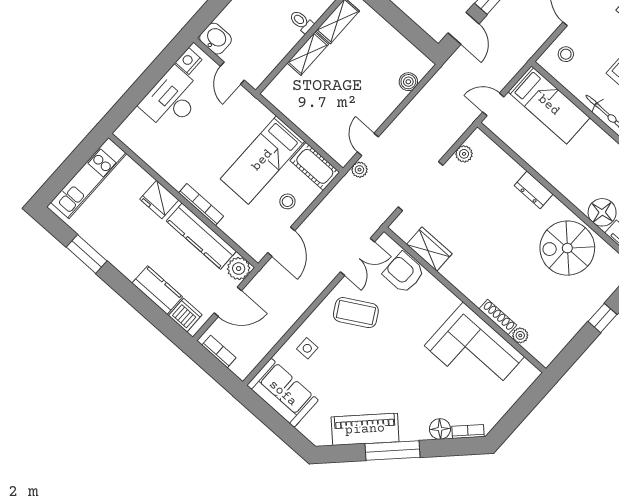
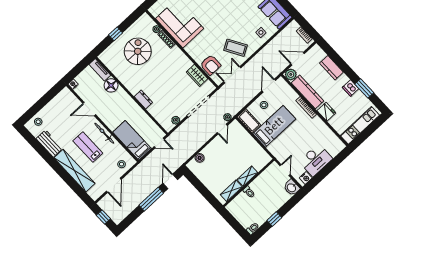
spiral stairs: (567, 248) -> (138, 51), moved, turned -90
dishwasher: (185, 315) -> (351, 88), moved

